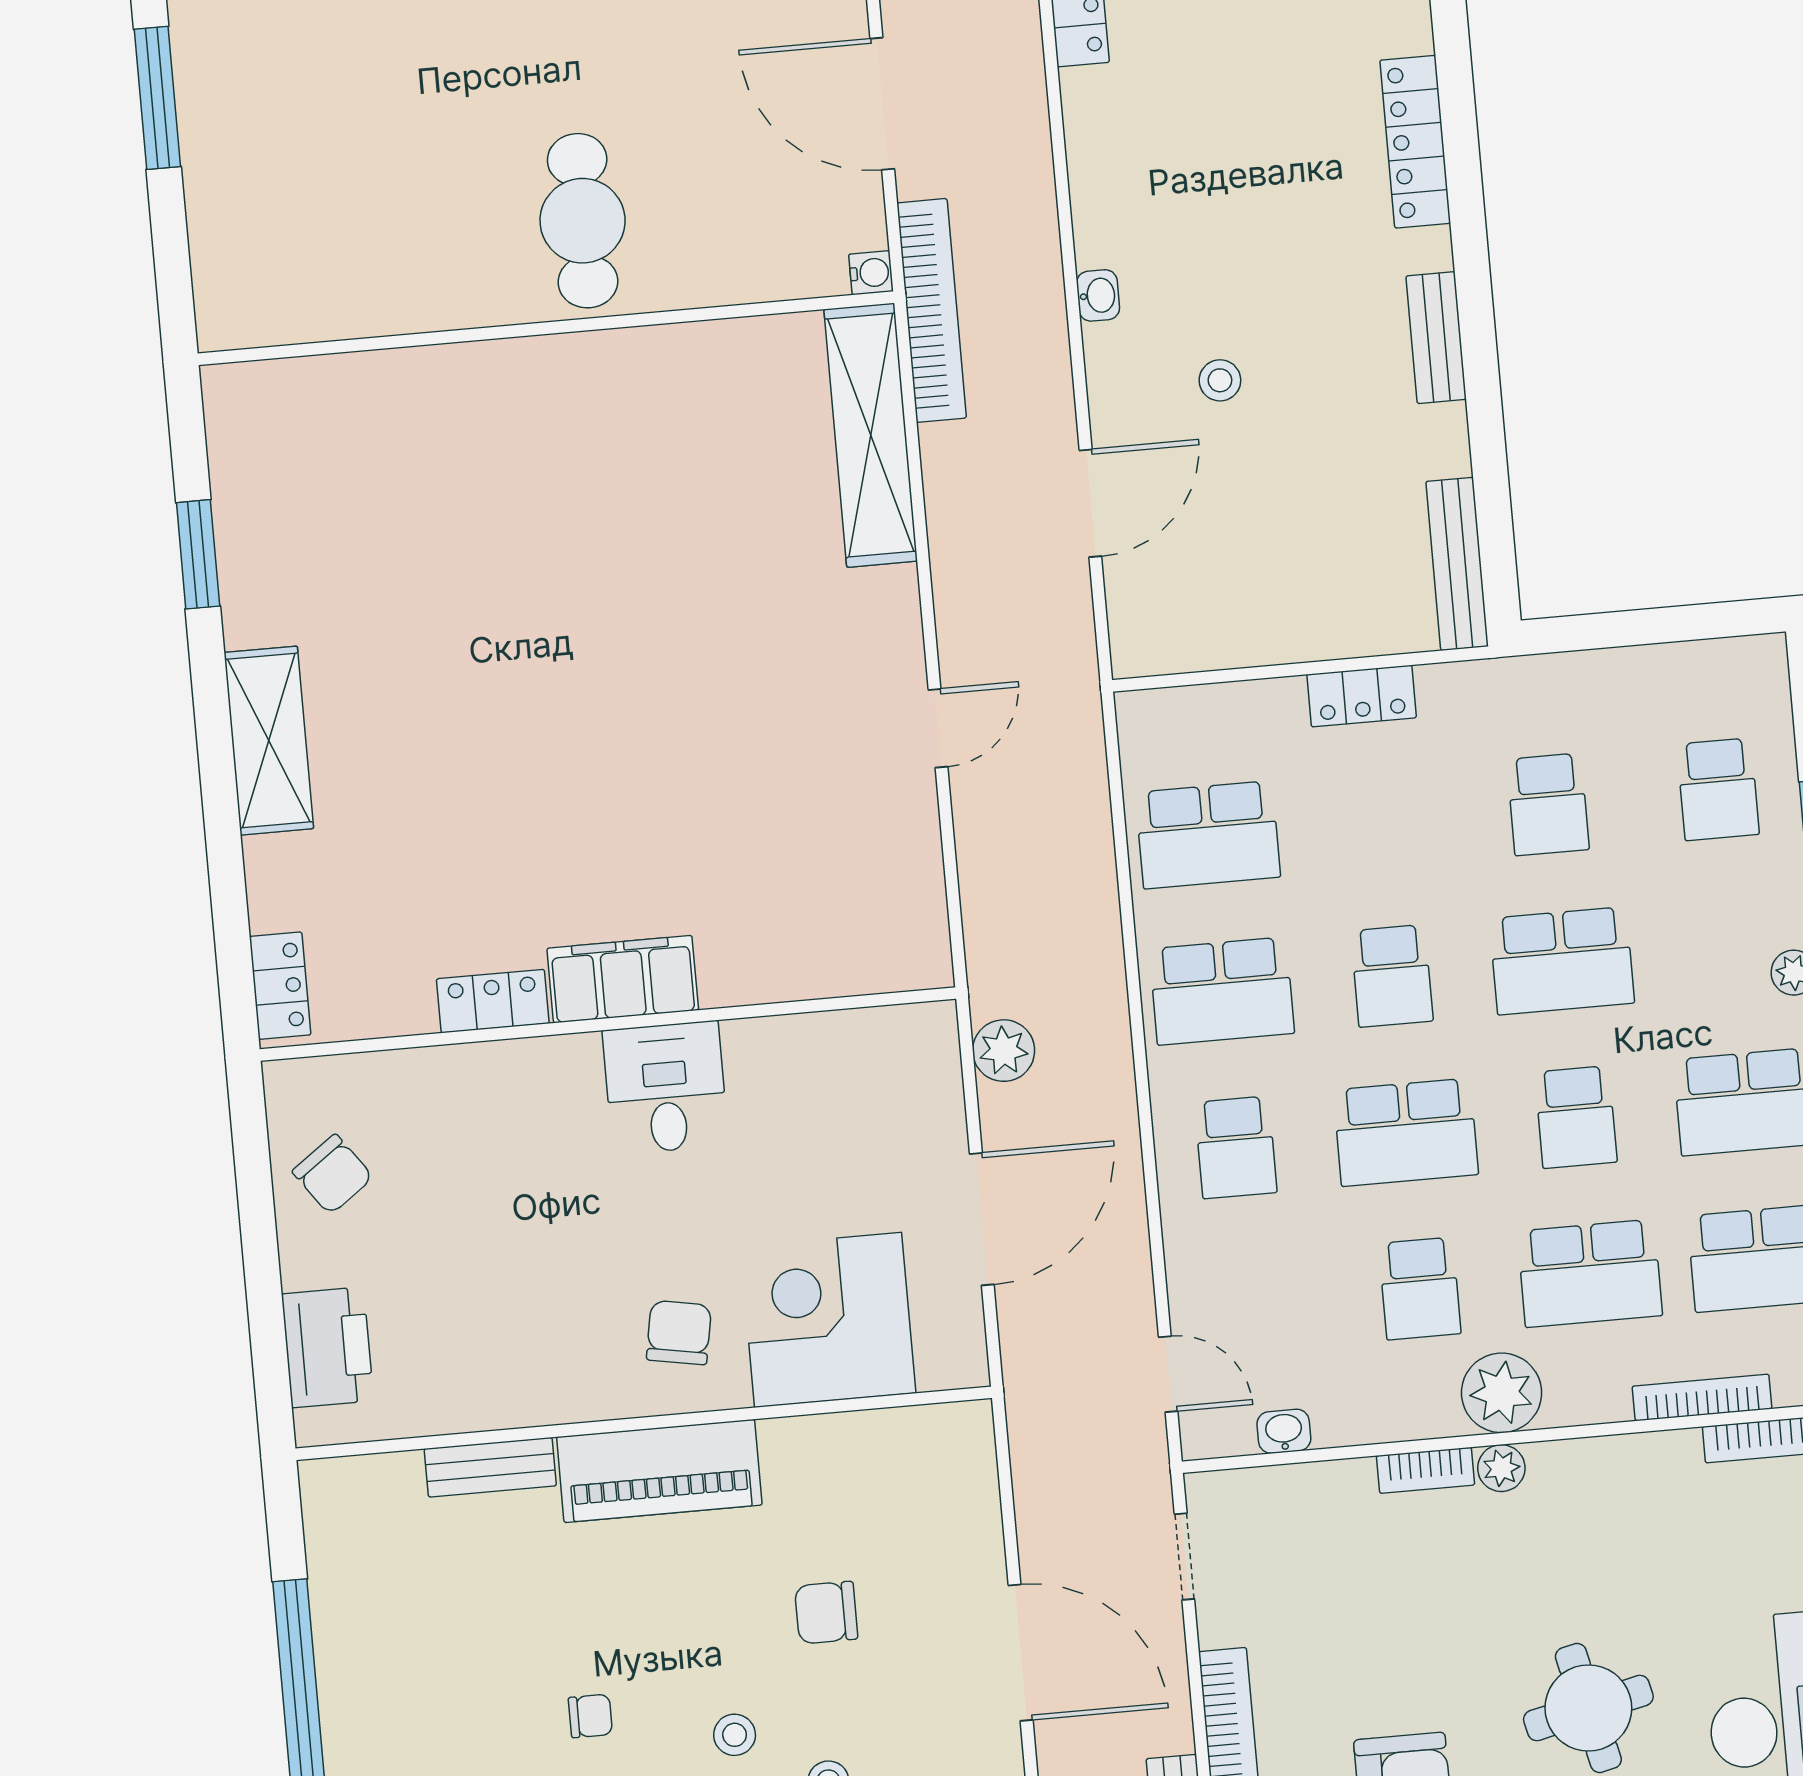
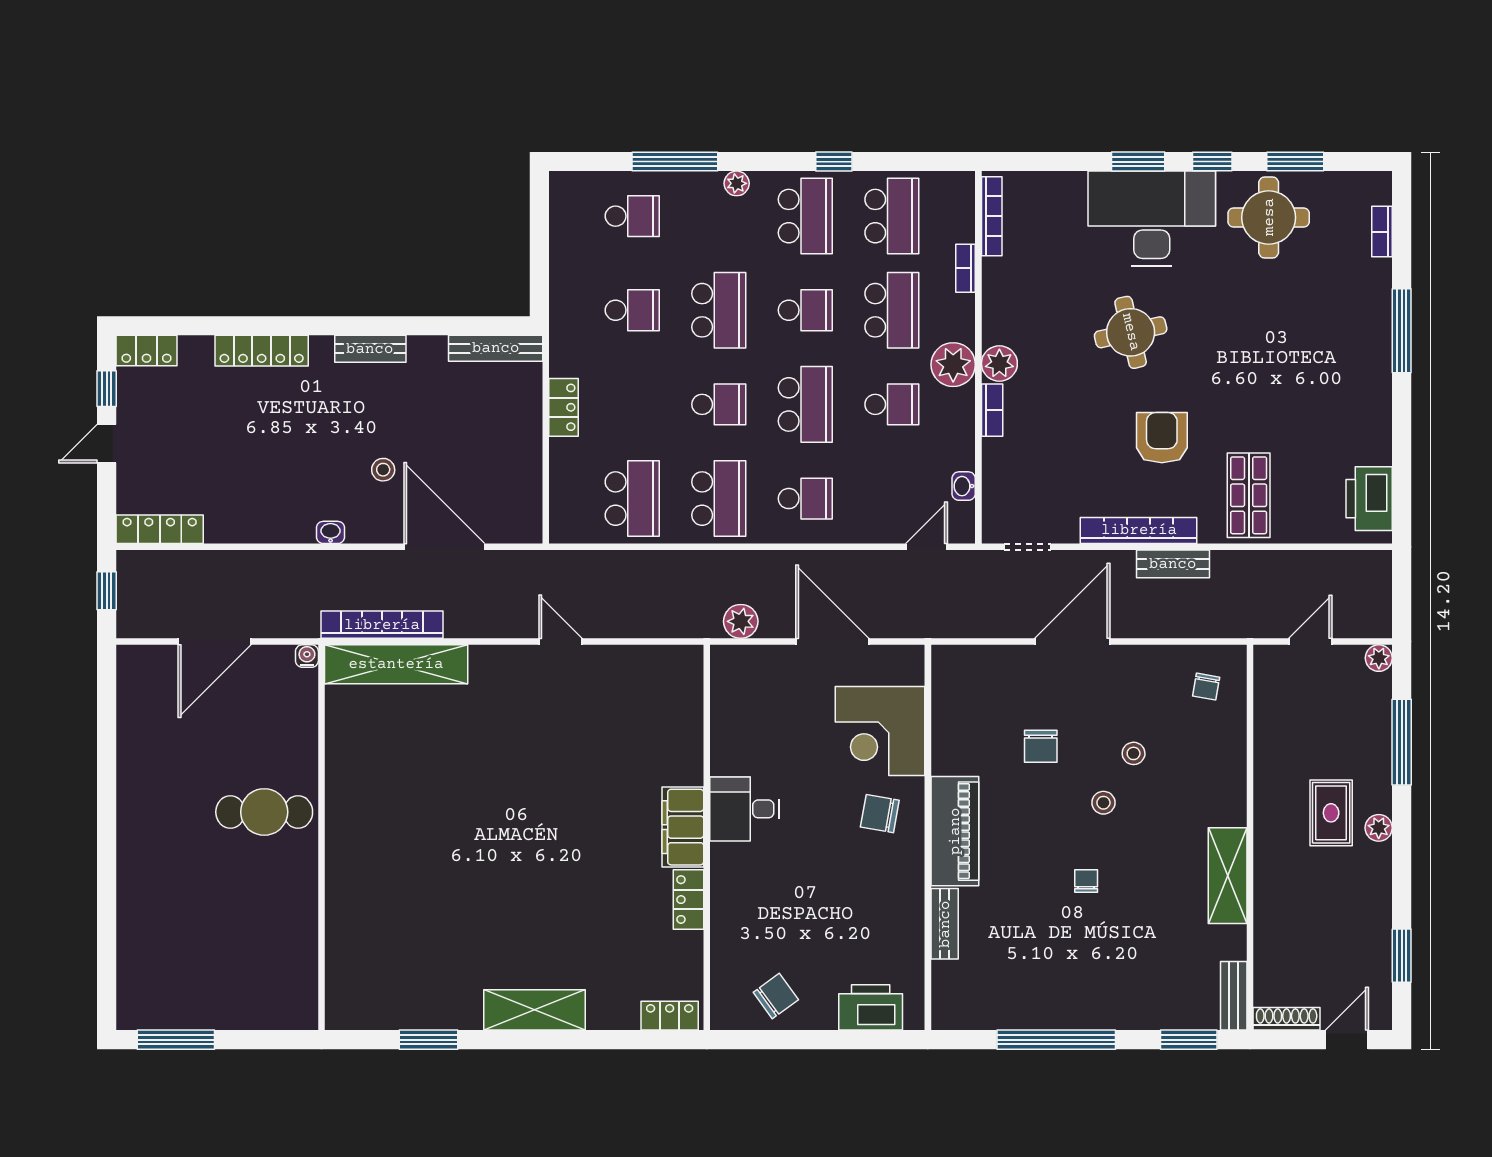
bookcase: (932, 310) -> (382, 625), moved
door: (1090, 503) -> (444, 547), width x1.36
bookcase: (1702, 1397) -> (966, 268), width x0.64
plant: (1501, 1468) -> (999, 364), width x1.38, depth x1.38

